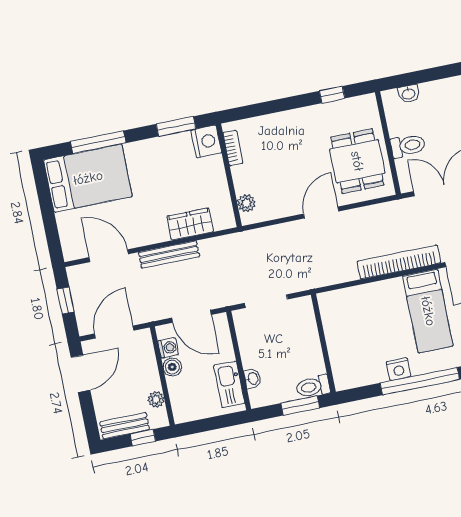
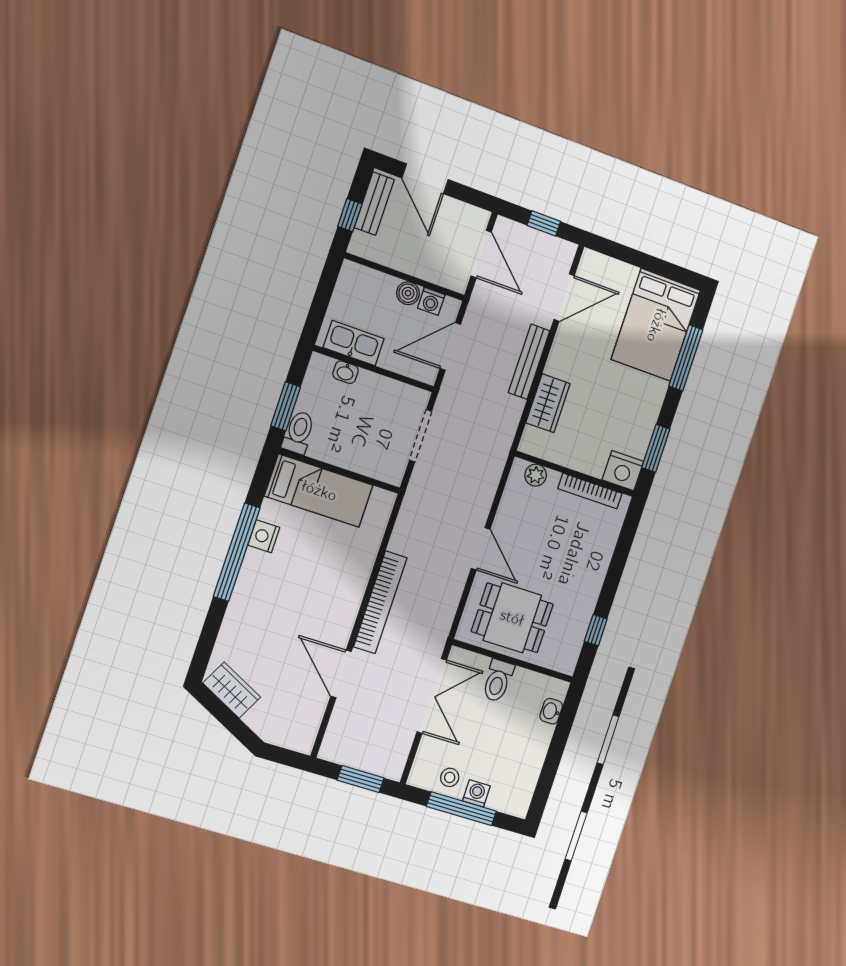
bookcase: (233, 148) -> (590, 491), width x1.56
bed: (428, 311) -> (319, 491), moved, turned 180
door: (80, 374) -> (425, 179), moved
plant: (156, 399) -> (383, 255), removed

